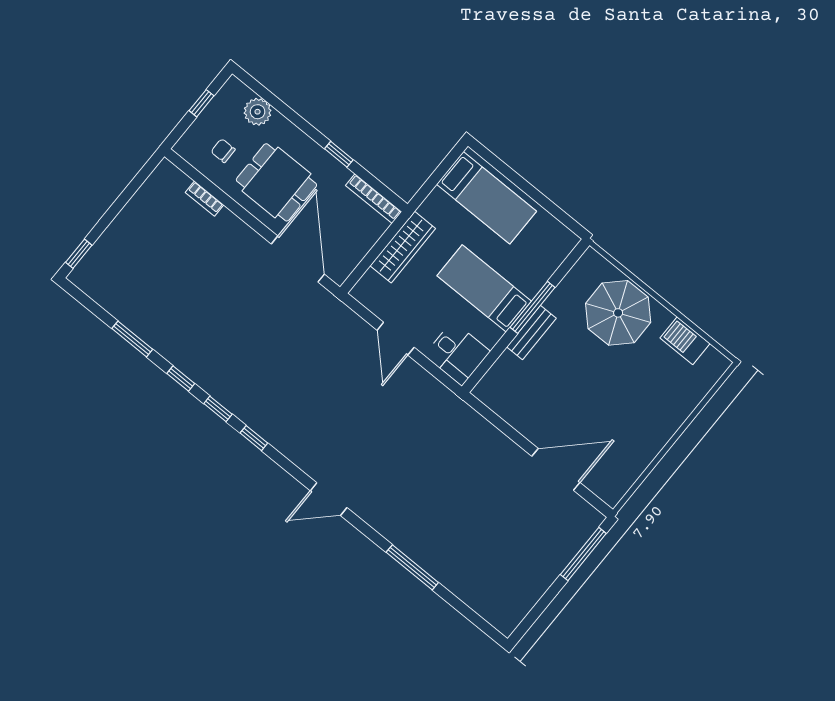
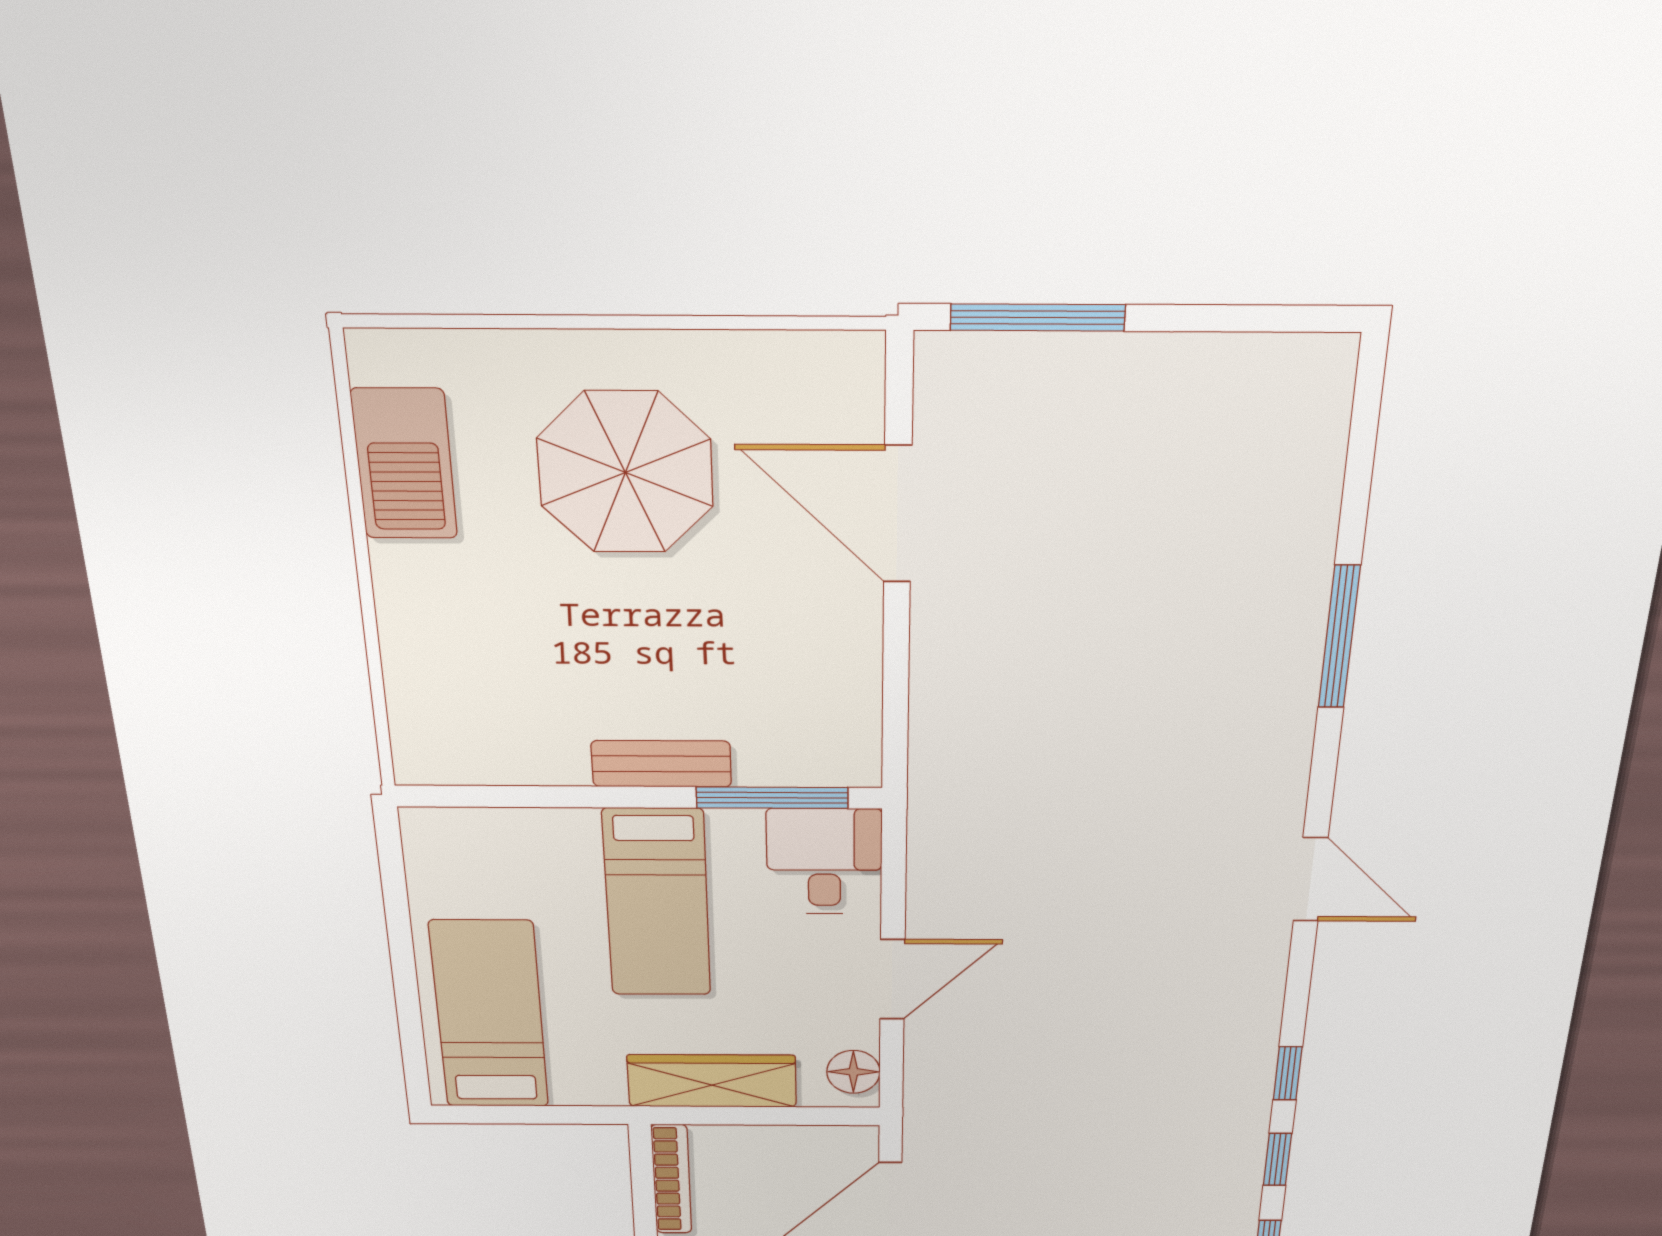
floor lamp: (369, 296) -> (853, 1072), added
window: (533, 307) -> (772, 798), moved
parasol: (618, 313) -> (625, 472), moved
barbecue: (685, 341) -> (404, 464), width x1.37, depth x1.21

